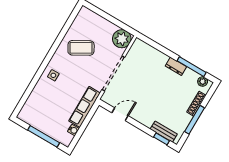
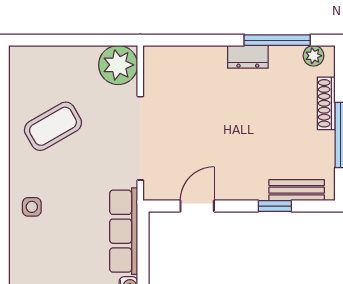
window: (162, 139) -> (275, 206), moved

